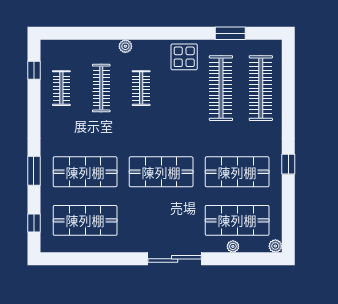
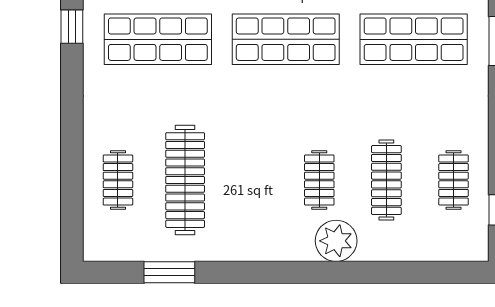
plant: (125, 46) -> (336, 241), width x1.88, depth x1.88
display table: (184, 57) -> (247, 233), removed
clothes rail: (261, 88) -> (118, 180), width x0.54, depth x0.76
window: (288, 164) -> (72, 27), moved

